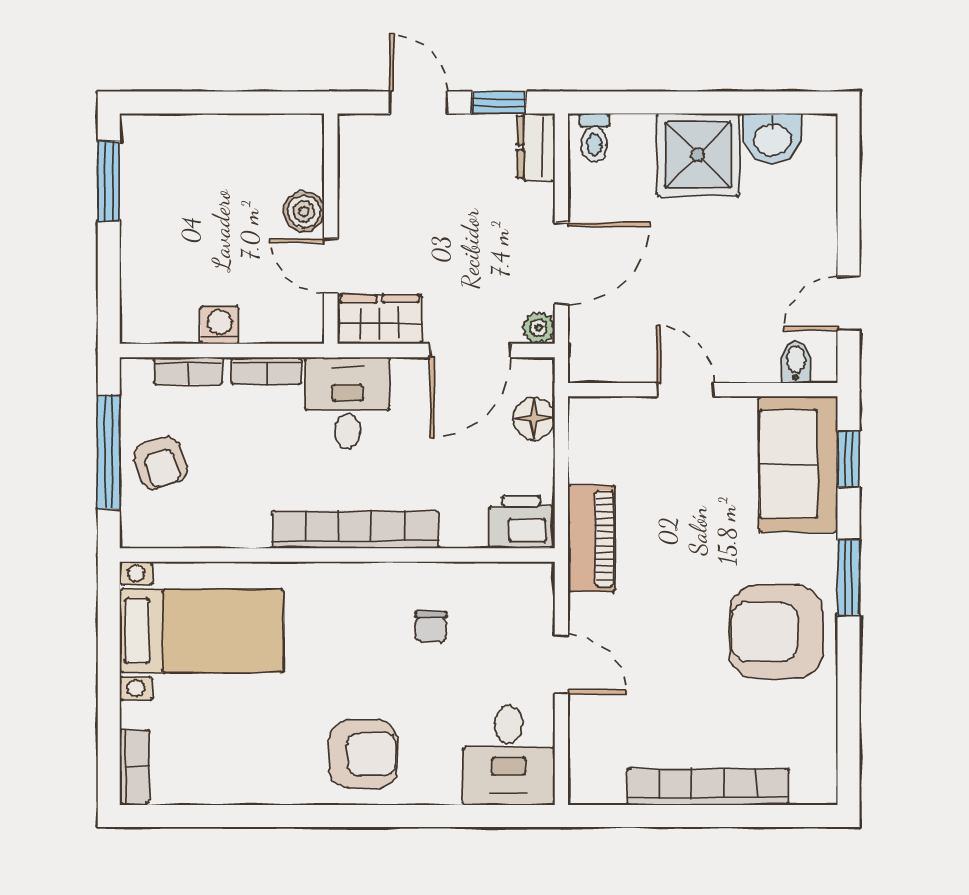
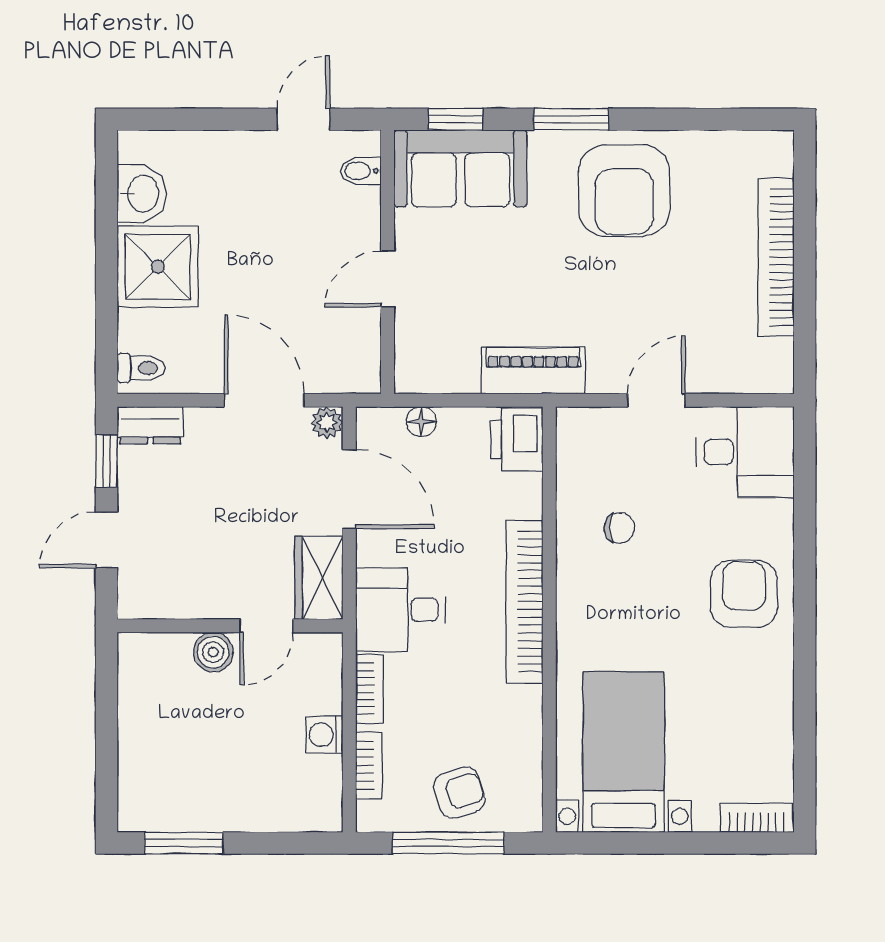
door: (849, 304) -> (303, 119), swing flipped
floor lamp: (534, 418) -> (421, 422), width x0.73, depth x0.73

